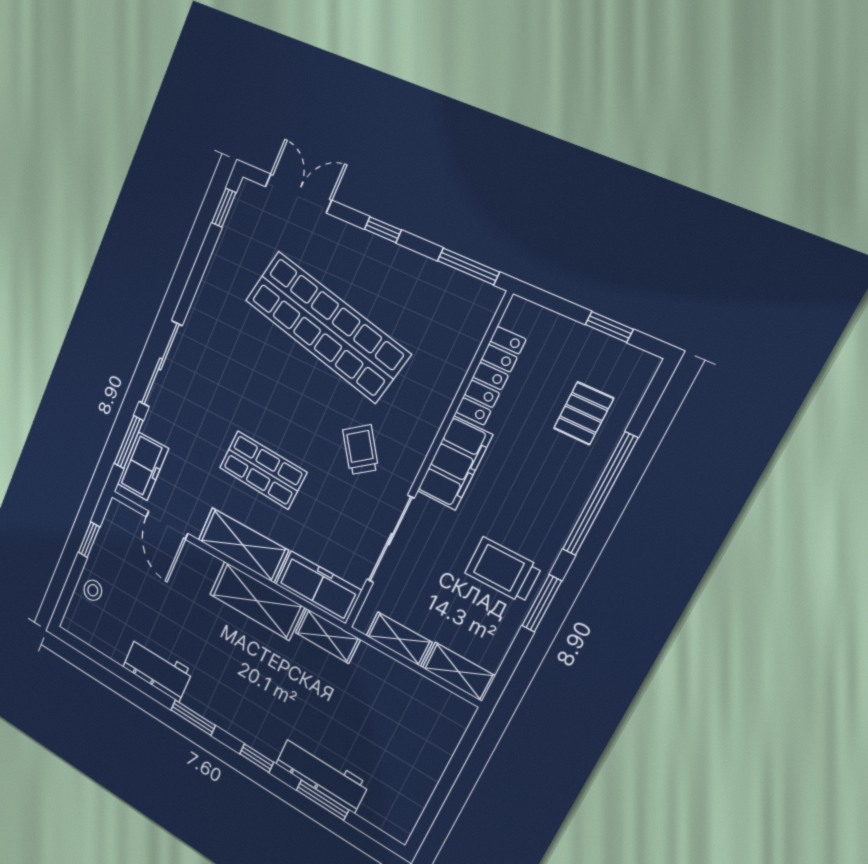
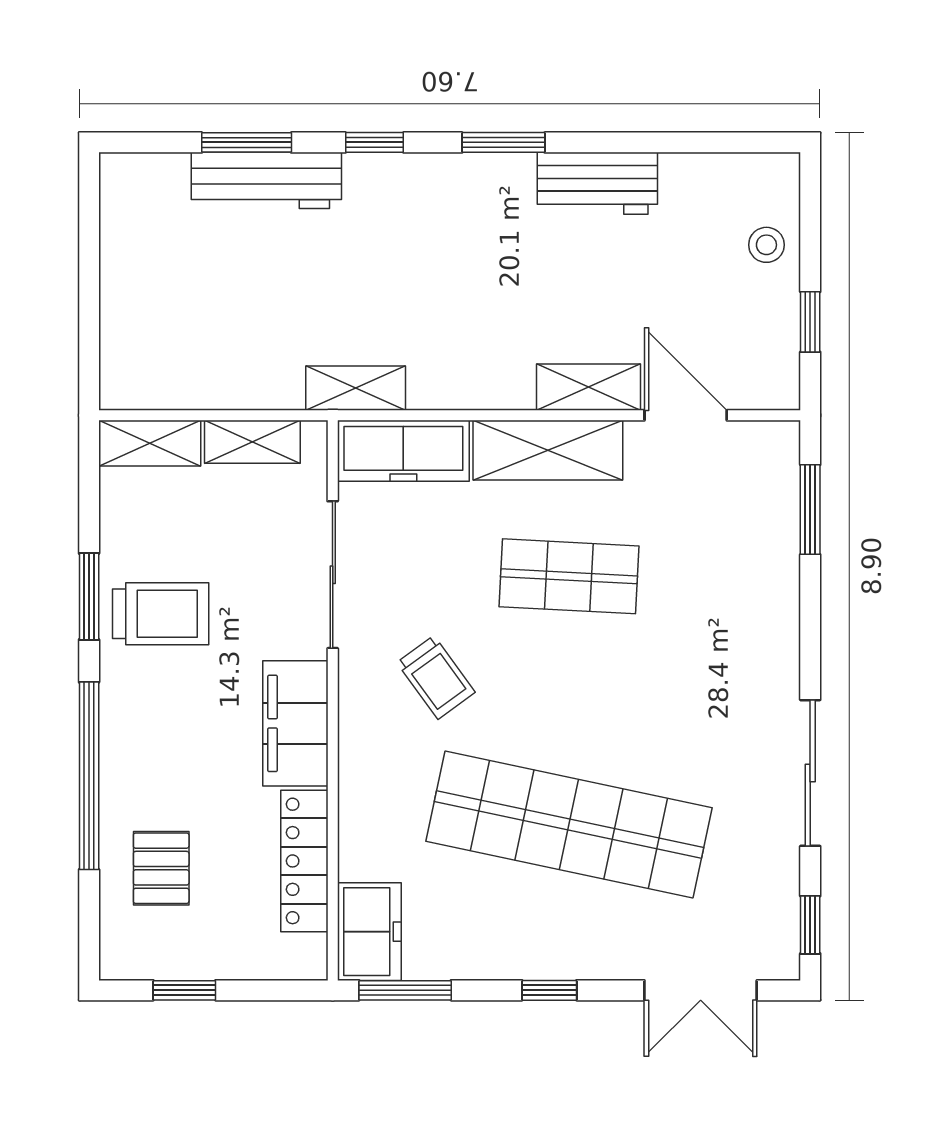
sliding door: (160, 364) -> (810, 773), moved
freezer: (143, 466) -> (369, 932), moved, turned 180
shelving: (257, 601) -> (588, 387), moved, width x0.67, depth x0.75

